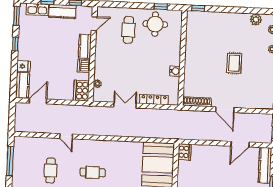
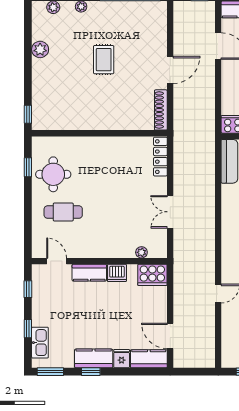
kitchen counter: (62, 11) -> (94, 358), moved, turned -90
plant: (256, 19) -> (40, 49), moved
rug: (234, 63) -> (104, 60), turned 90
water cooler: (175, 71) -> (119, 143), removed
locker: (154, 100) -> (160, 157), moved

